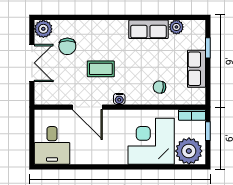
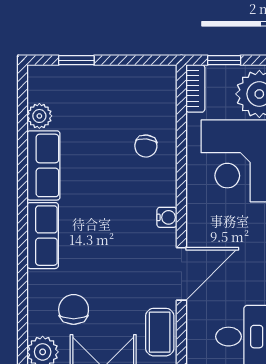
chair: (67, 46) -> (74, 309), turned -90
coffee table: (101, 69) -> (160, 332), moved
row of seats: (196, 69) -> (43, 236), moved, turned -90

